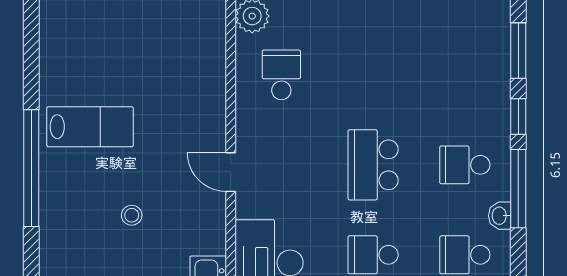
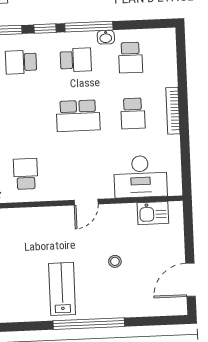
school desk: (281, 75) -> (26, 174), turned 90
school desk: (465, 75) -> (21, 62), added
school desk: (465, 165) -> (76, 60), turned -90

